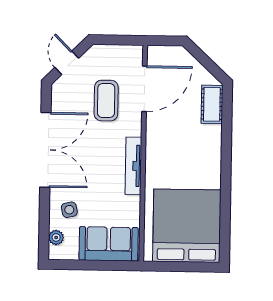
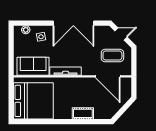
coffee table: (106, 101) -> (112, 56), moved
cot: (212, 104) -> (83, 113), moved
sofa: (109, 244) -> (33, 66), moved, turned -90

